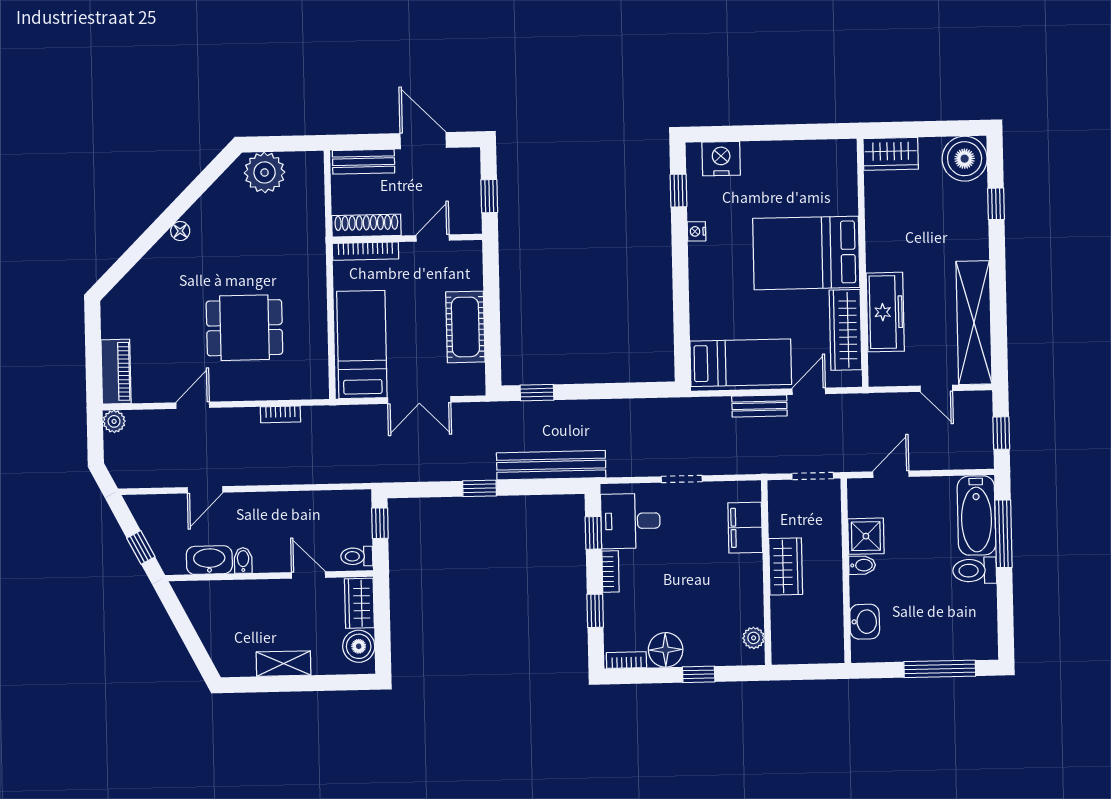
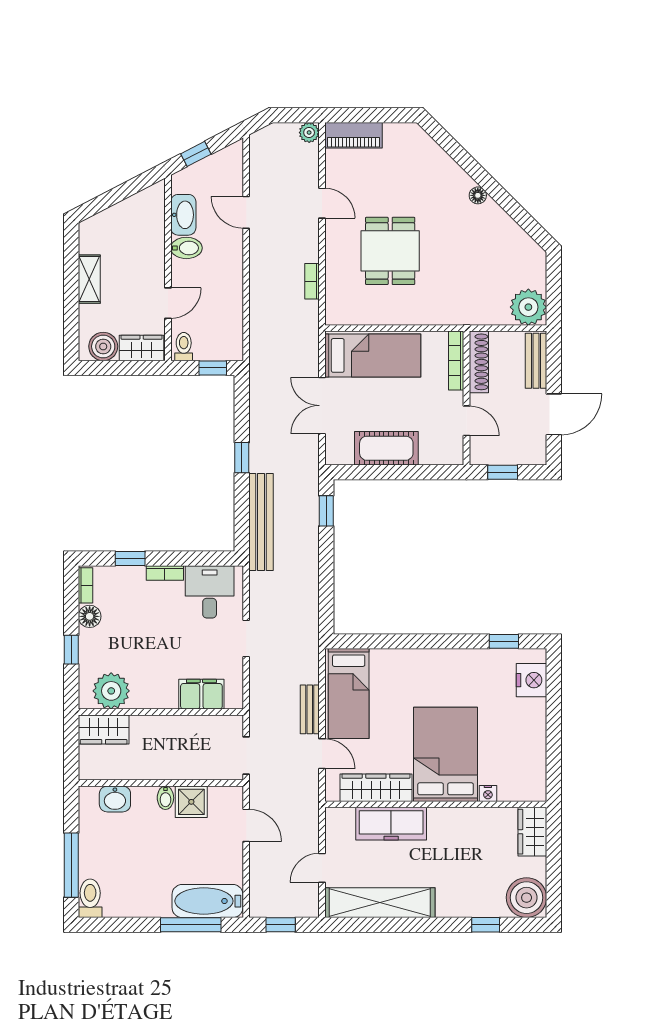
plant: (265, 172) -> (528, 307), moved
nightstand: (696, 231) -> (488, 793), moved, turned 180
window: (593, 533) -> (200, 558), removed
bidet: (243, 560) -> (186, 248), width x1.38, depth x1.36
wardrobe: (786, 566) -> (104, 729), moved
toilet: (975, 570) -> (90, 898), moved
plant: (754, 638) -> (111, 691), width x1.88, depth x1.88
floor lamp: (666, 650) -> (90, 616), width x0.73, depth x0.73

